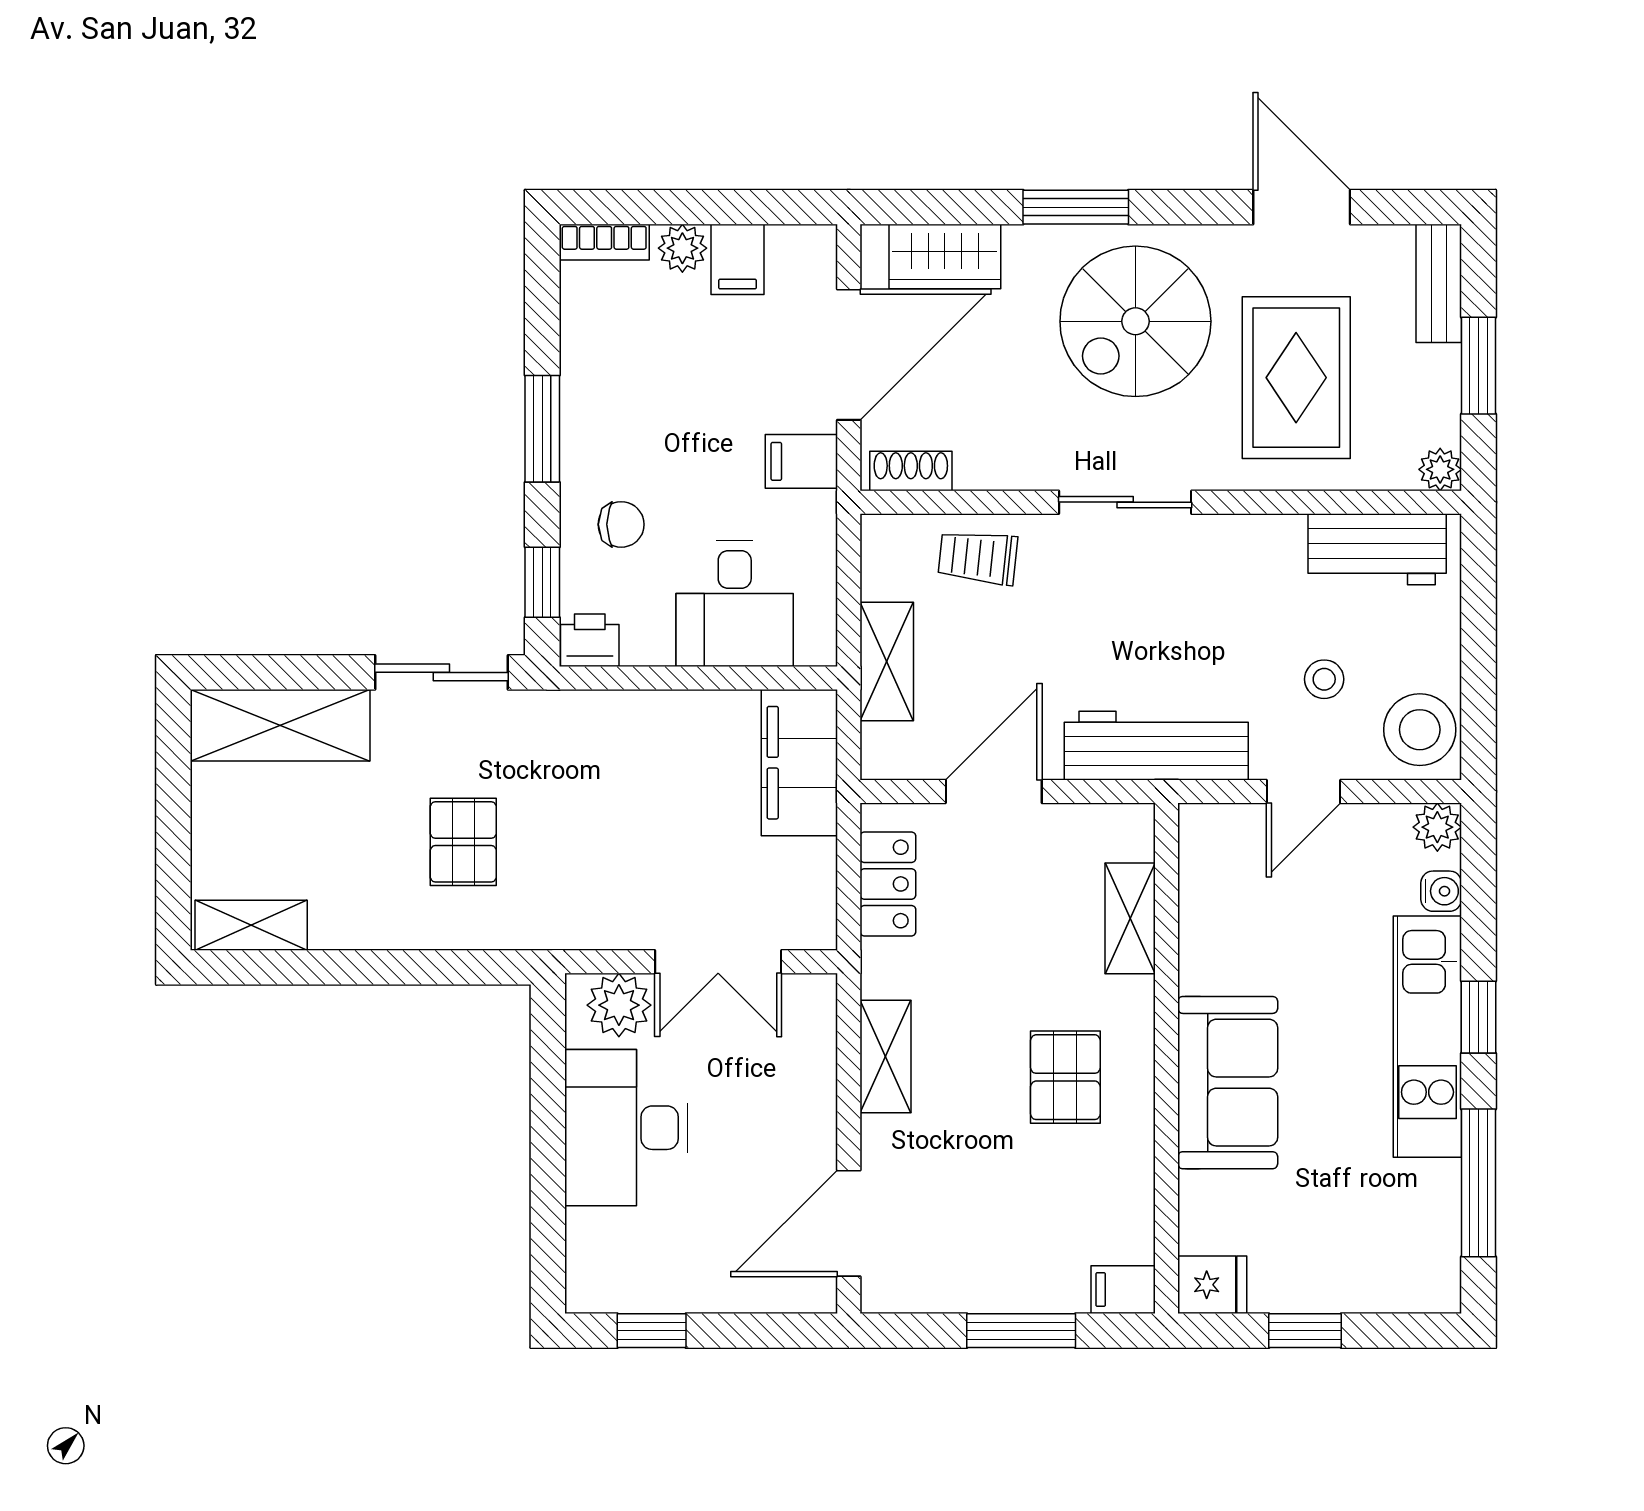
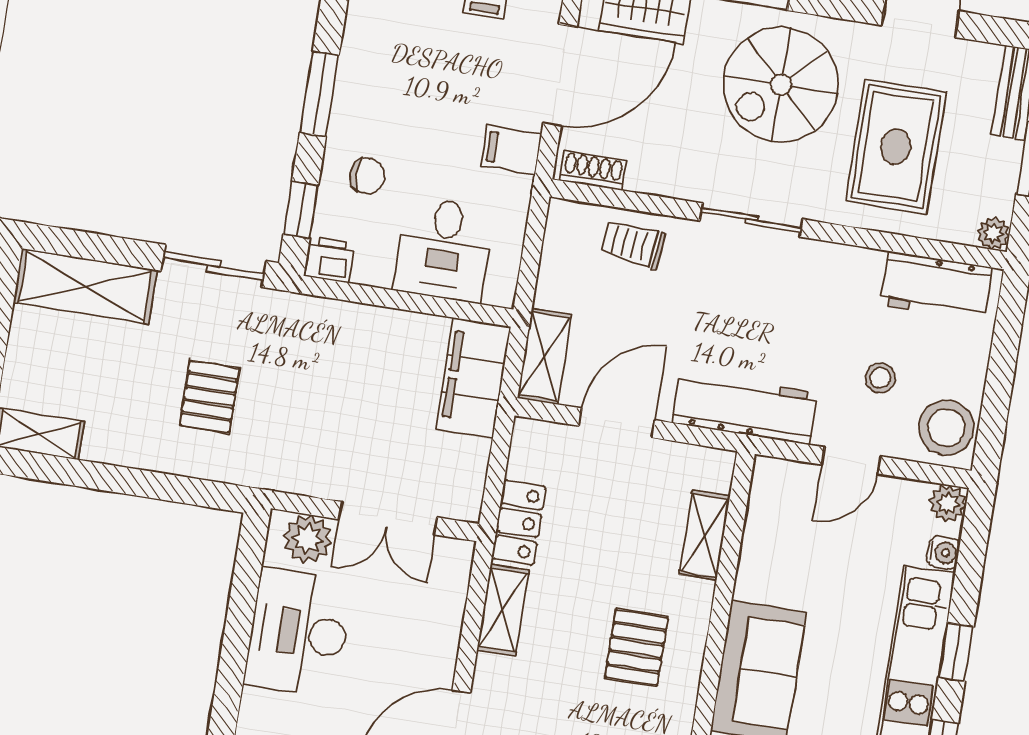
shelving: (887, 662) -> (544, 356), moved
locker: (888, 884) -> (519, 523), moved

